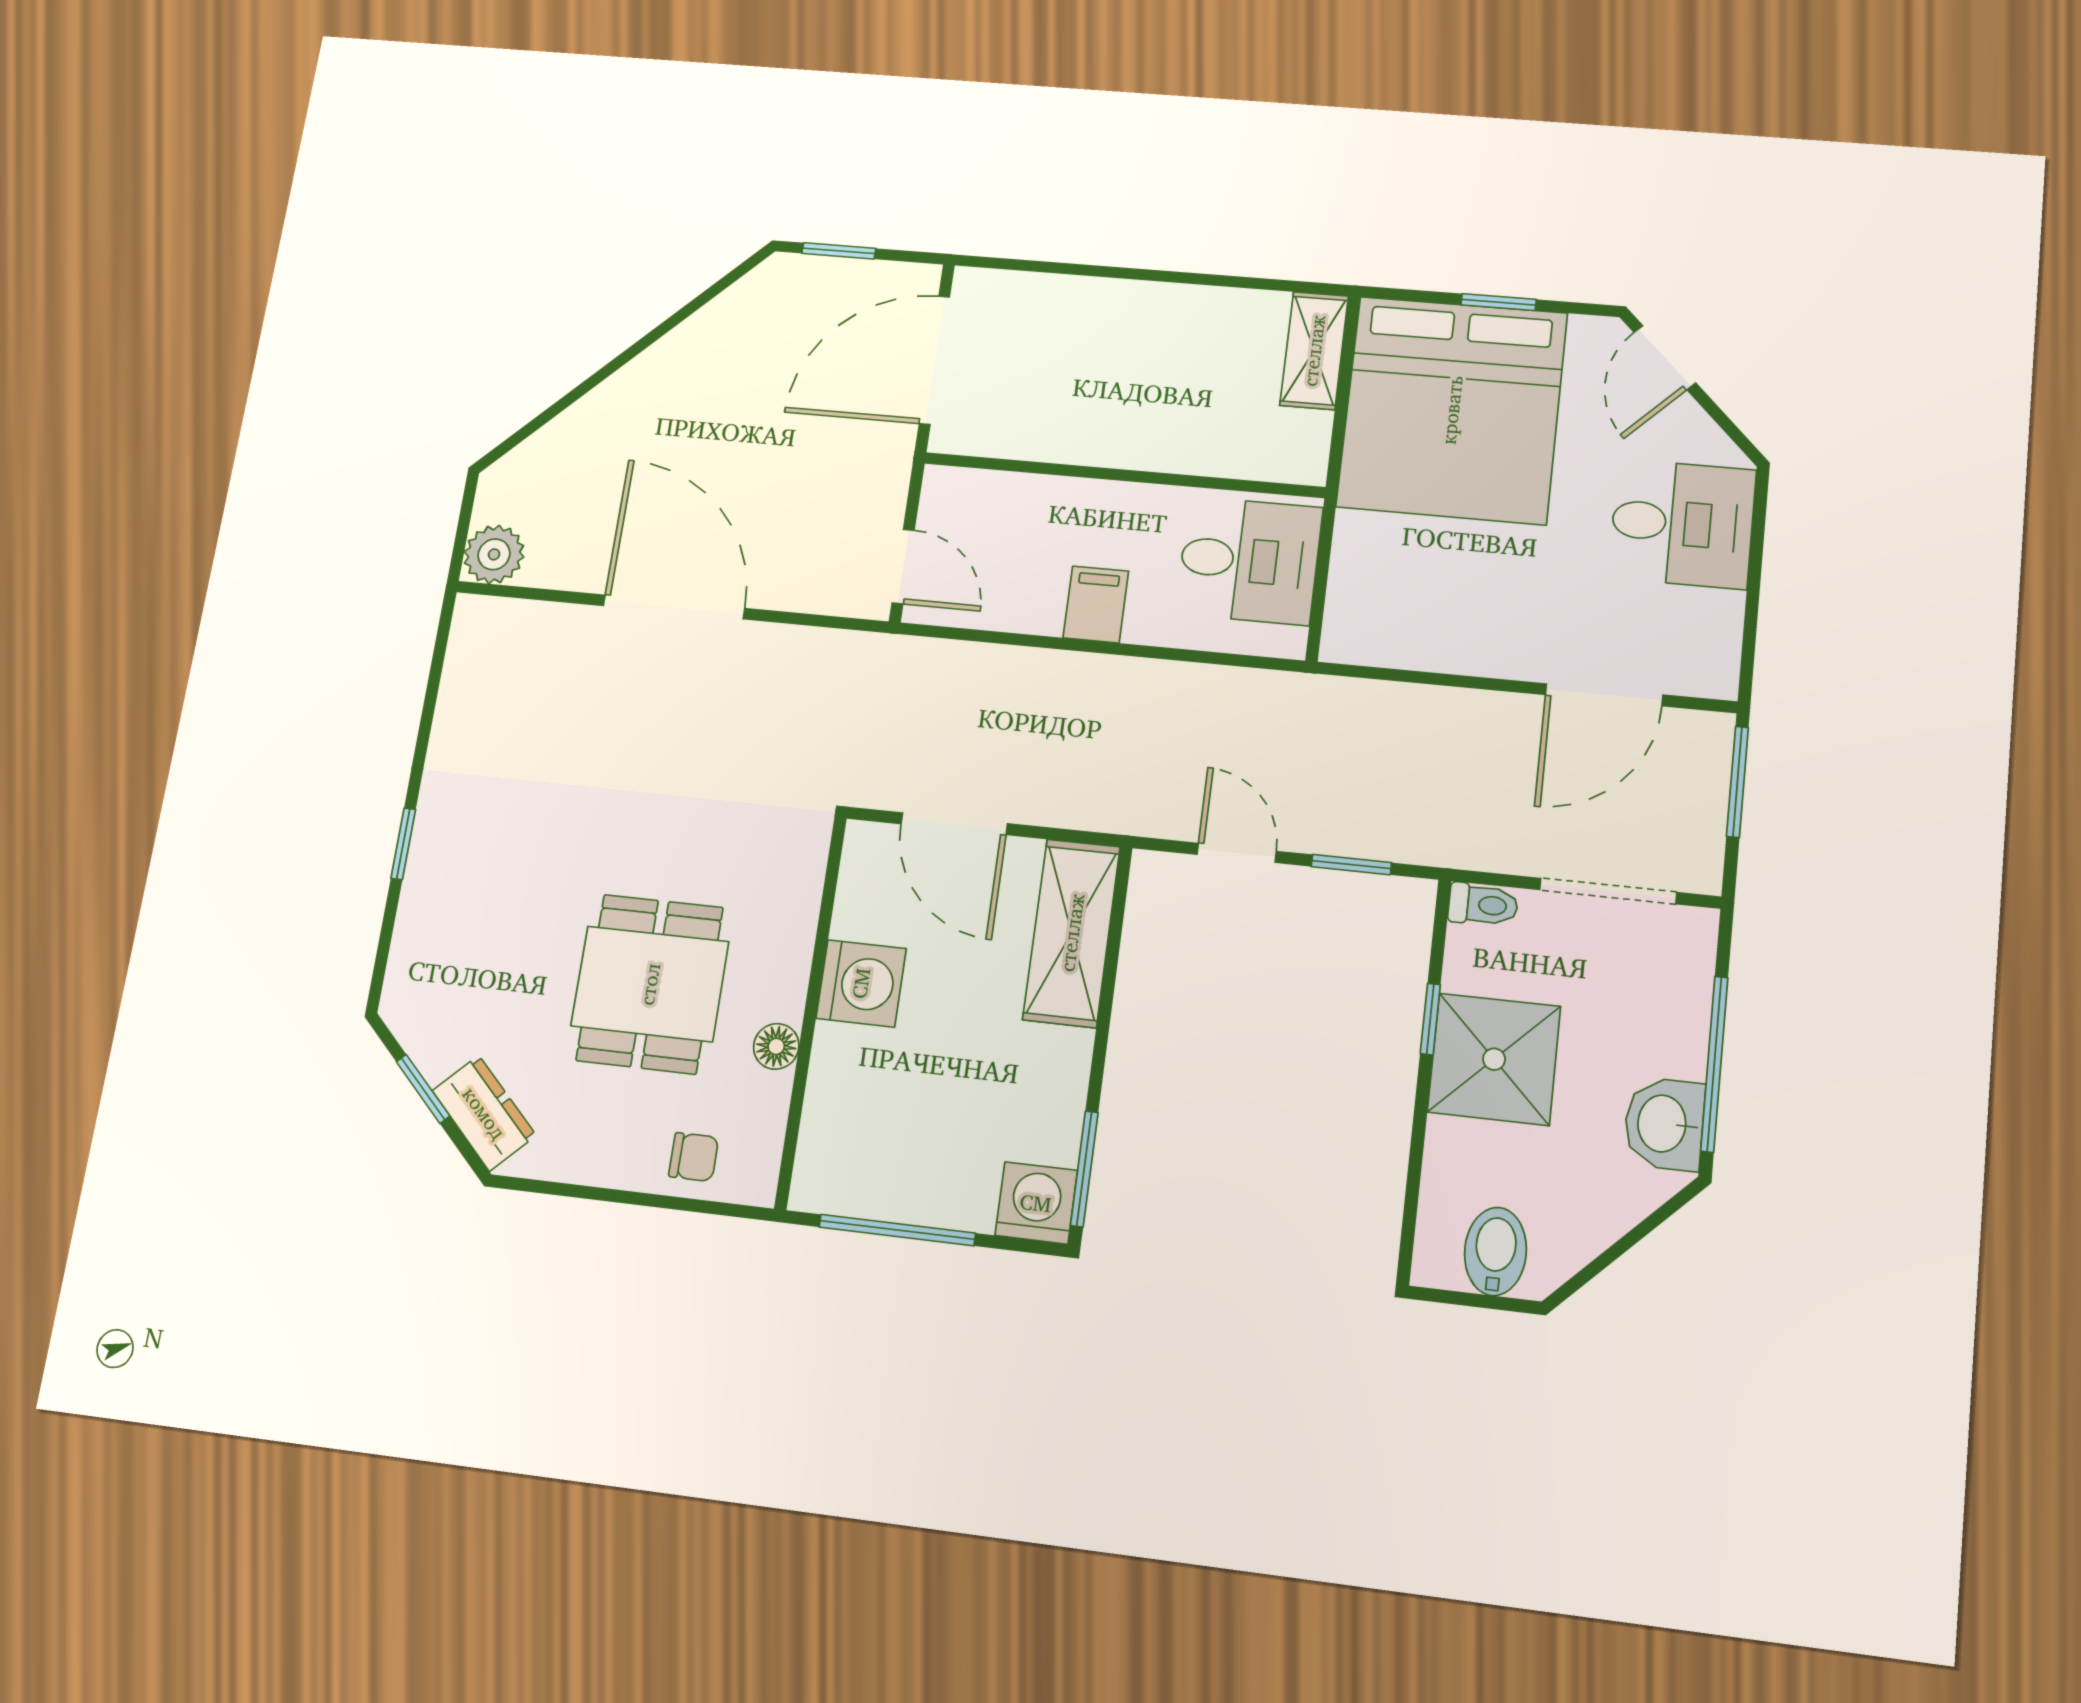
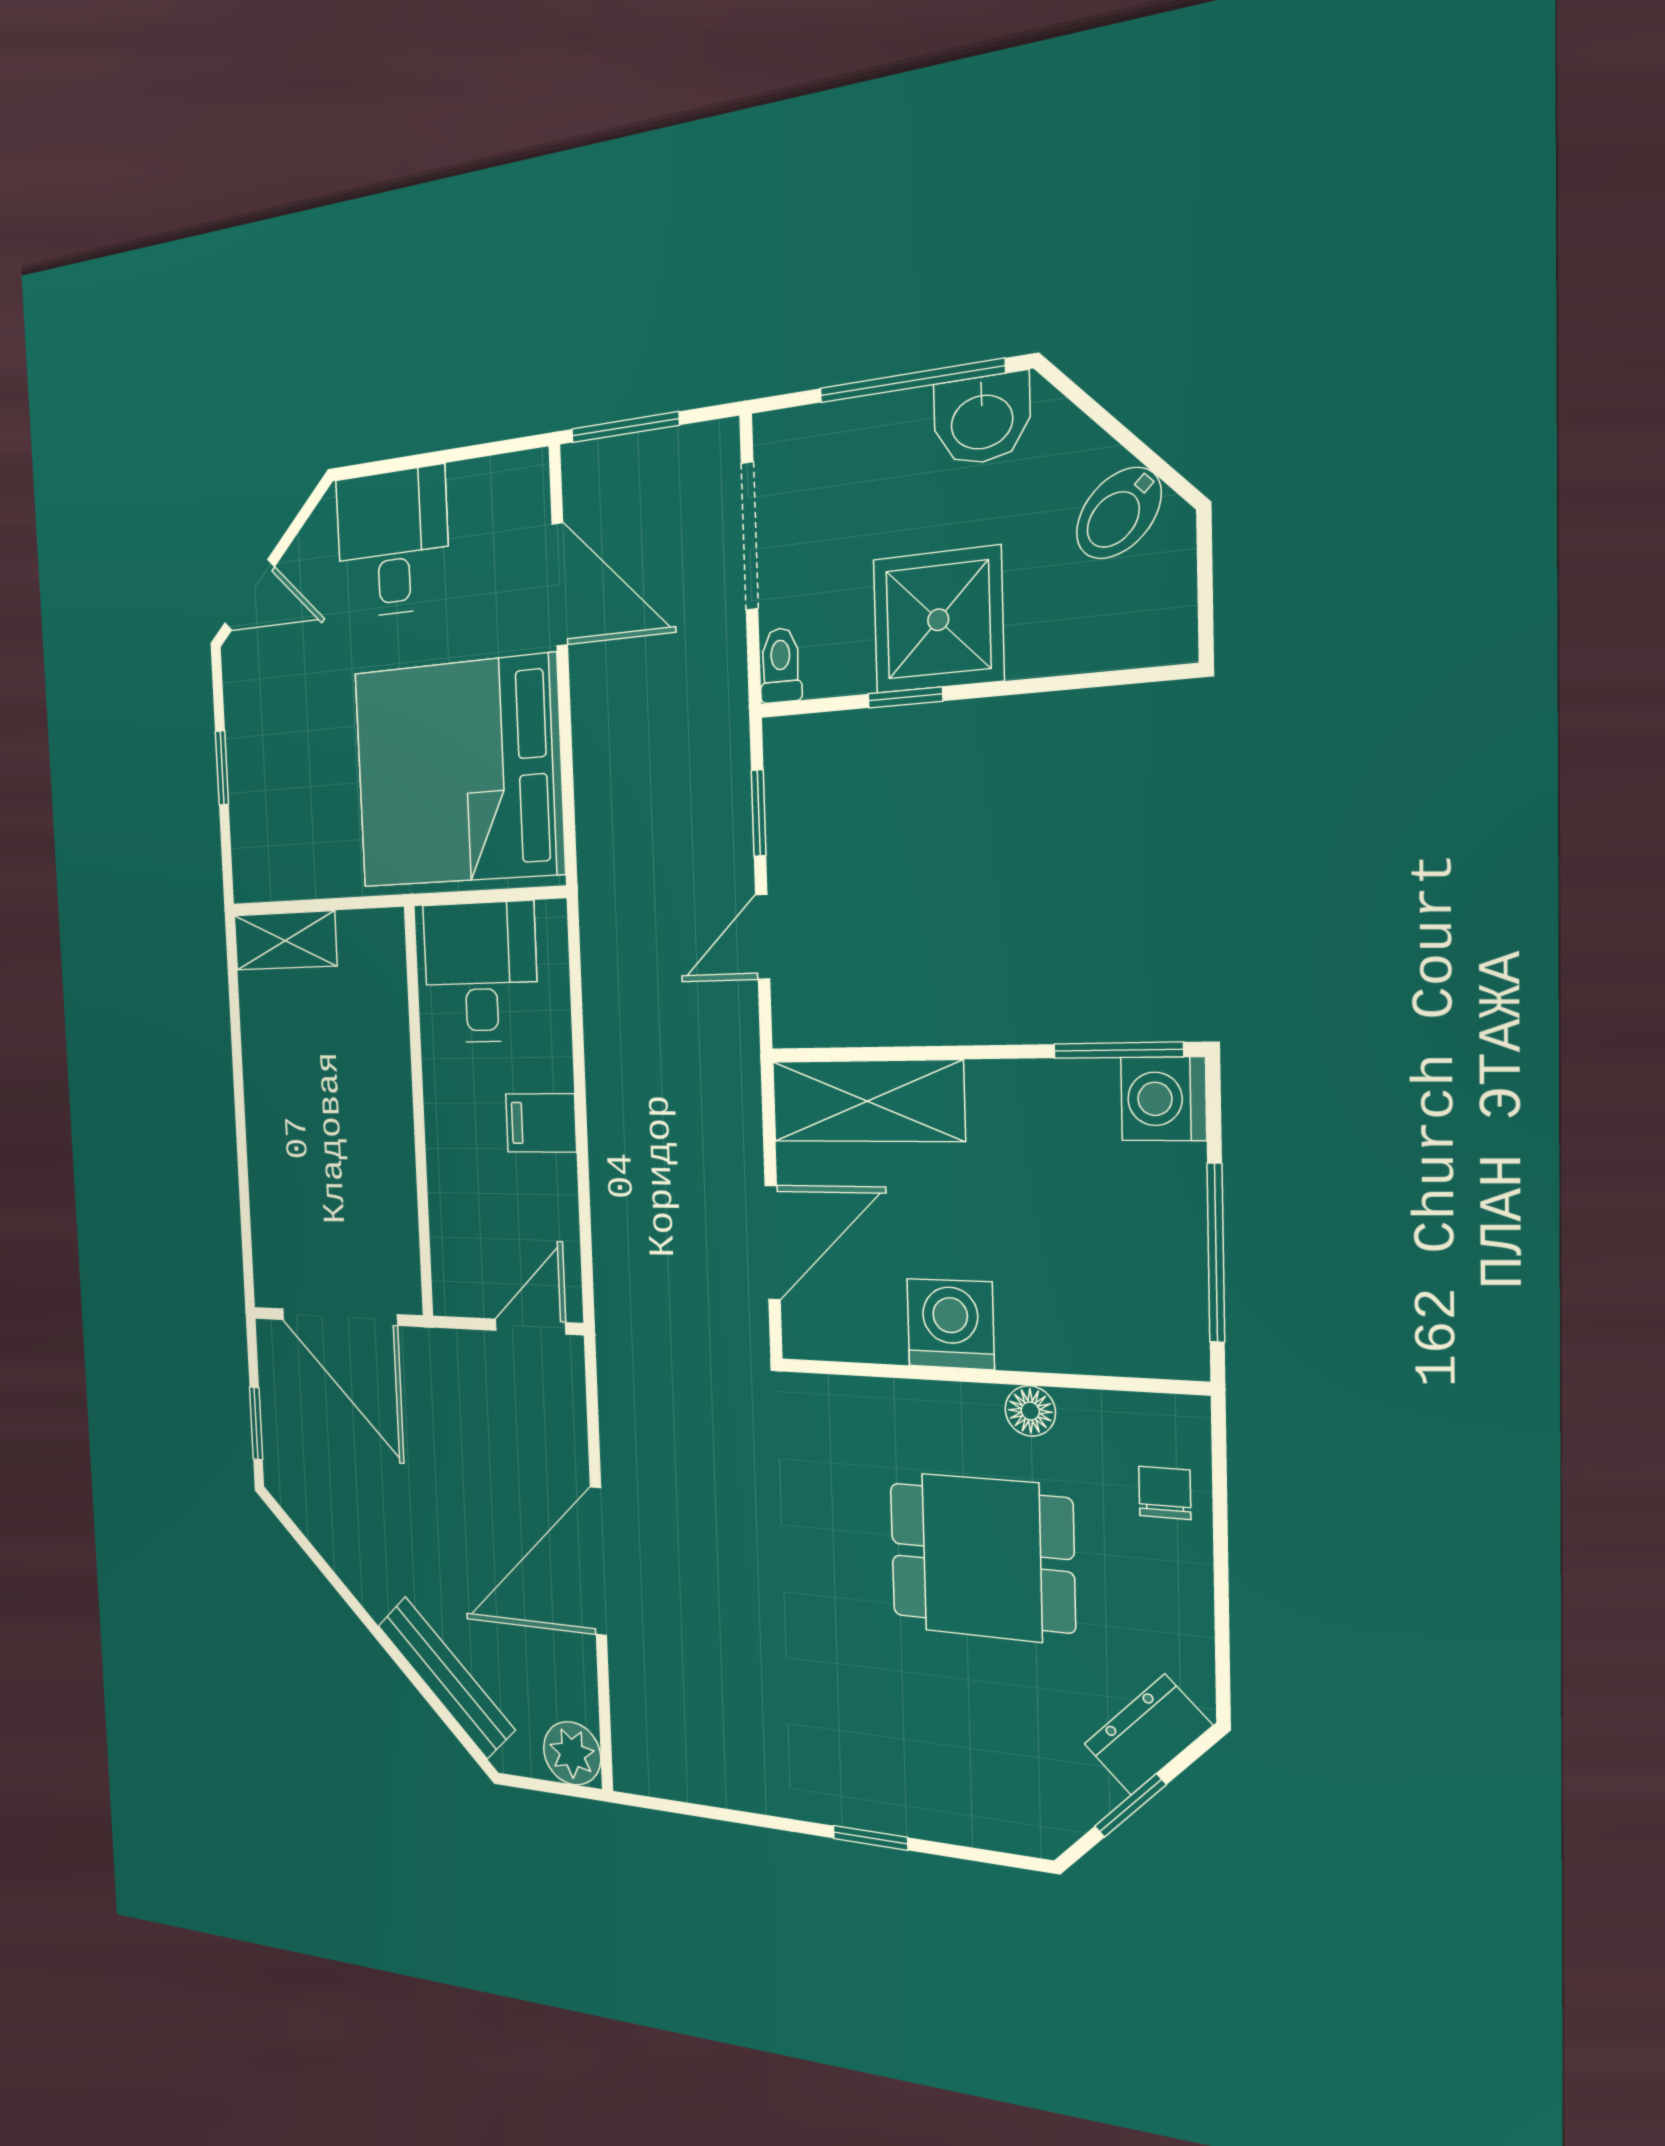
bed: (1452, 410) -> (458, 772), moved, turned 180
bench: (574, 429) -> (446, 1677), added
bidet: (1495, 1251) -> (1119, 513), moved, turned -45

